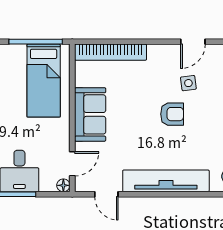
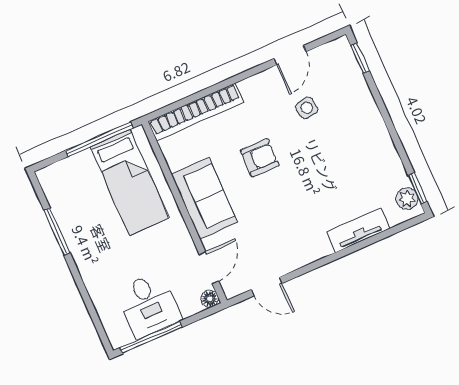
armchair: (172, 114) -> (260, 158), moved
tv unit: (166, 181) -> (358, 230), width x0.52, depth x0.78

